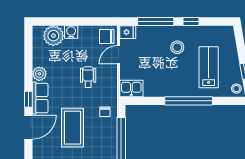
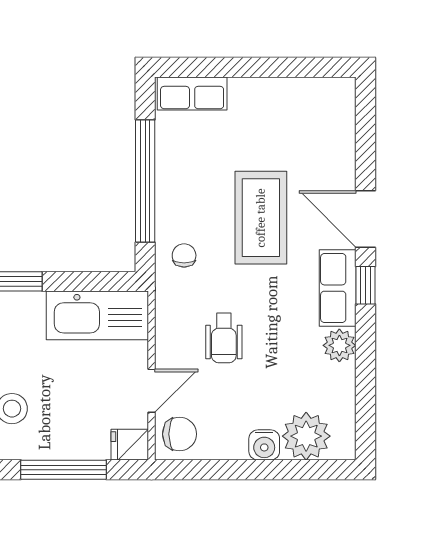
kitchen sink: (131, 88) -> (97, 315), width x1.88, depth x1.24
door: (28, 127) -> (366, 219), hinge flipped

